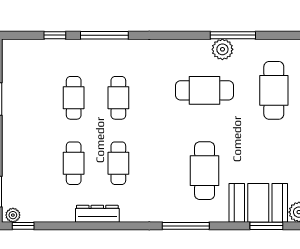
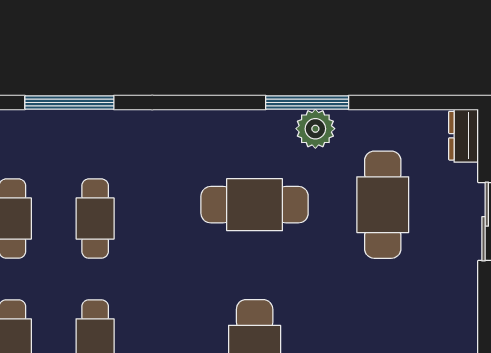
plant: (222, 49) -> (315, 129), moved

